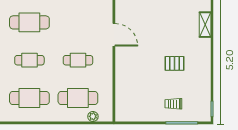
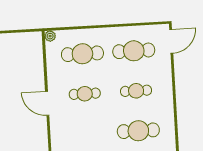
door: (114, 35) -> (47, 103), moved
plant: (93, 116) -> (50, 36), moved

